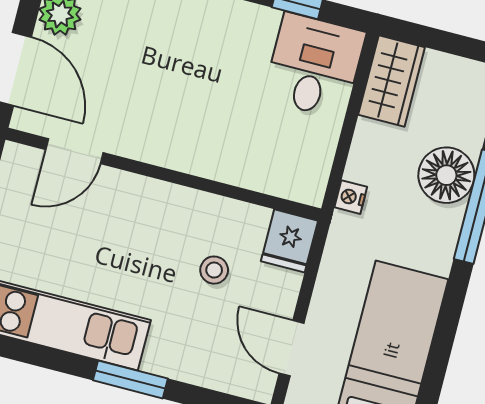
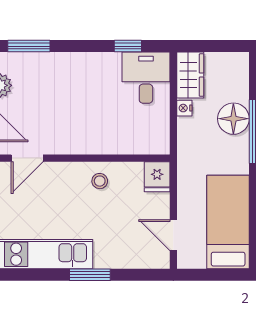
nightstand: (351, 197) -> (184, 108), moved
stool: (214, 270) -> (100, 181), moved

